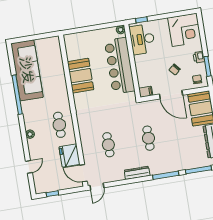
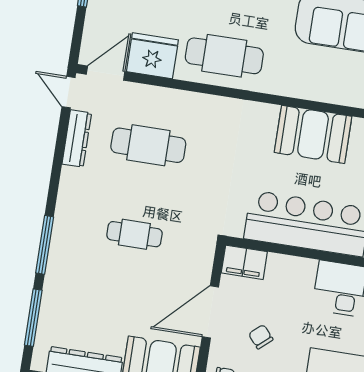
filing cabinet: (146, 92) -> (244, 262), width x2.00
cafe table: (59, 125) -> (224, 56), width x1.37, depth x1.35
cafe table: (108, 145) -> (148, 145), width x1.37, depth x1.35
dresser: (137, 173) -> (77, 139), moved

